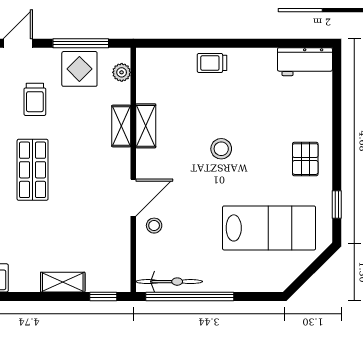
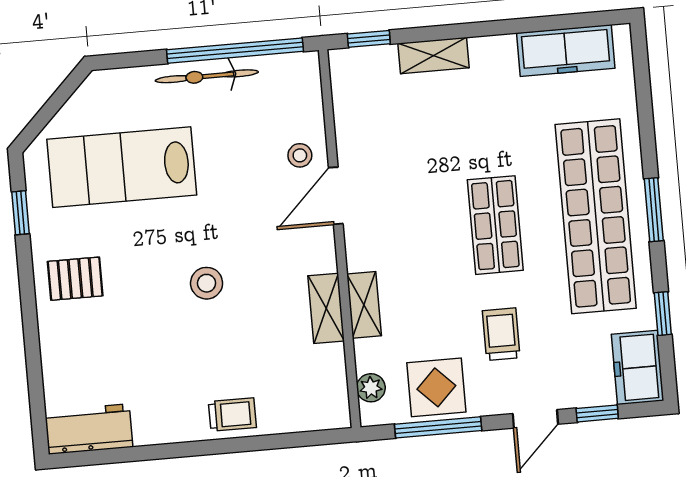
pallet: (305, 159) -> (75, 279), turned 90
bicycle: (169, 282) -> (207, 76), moved

